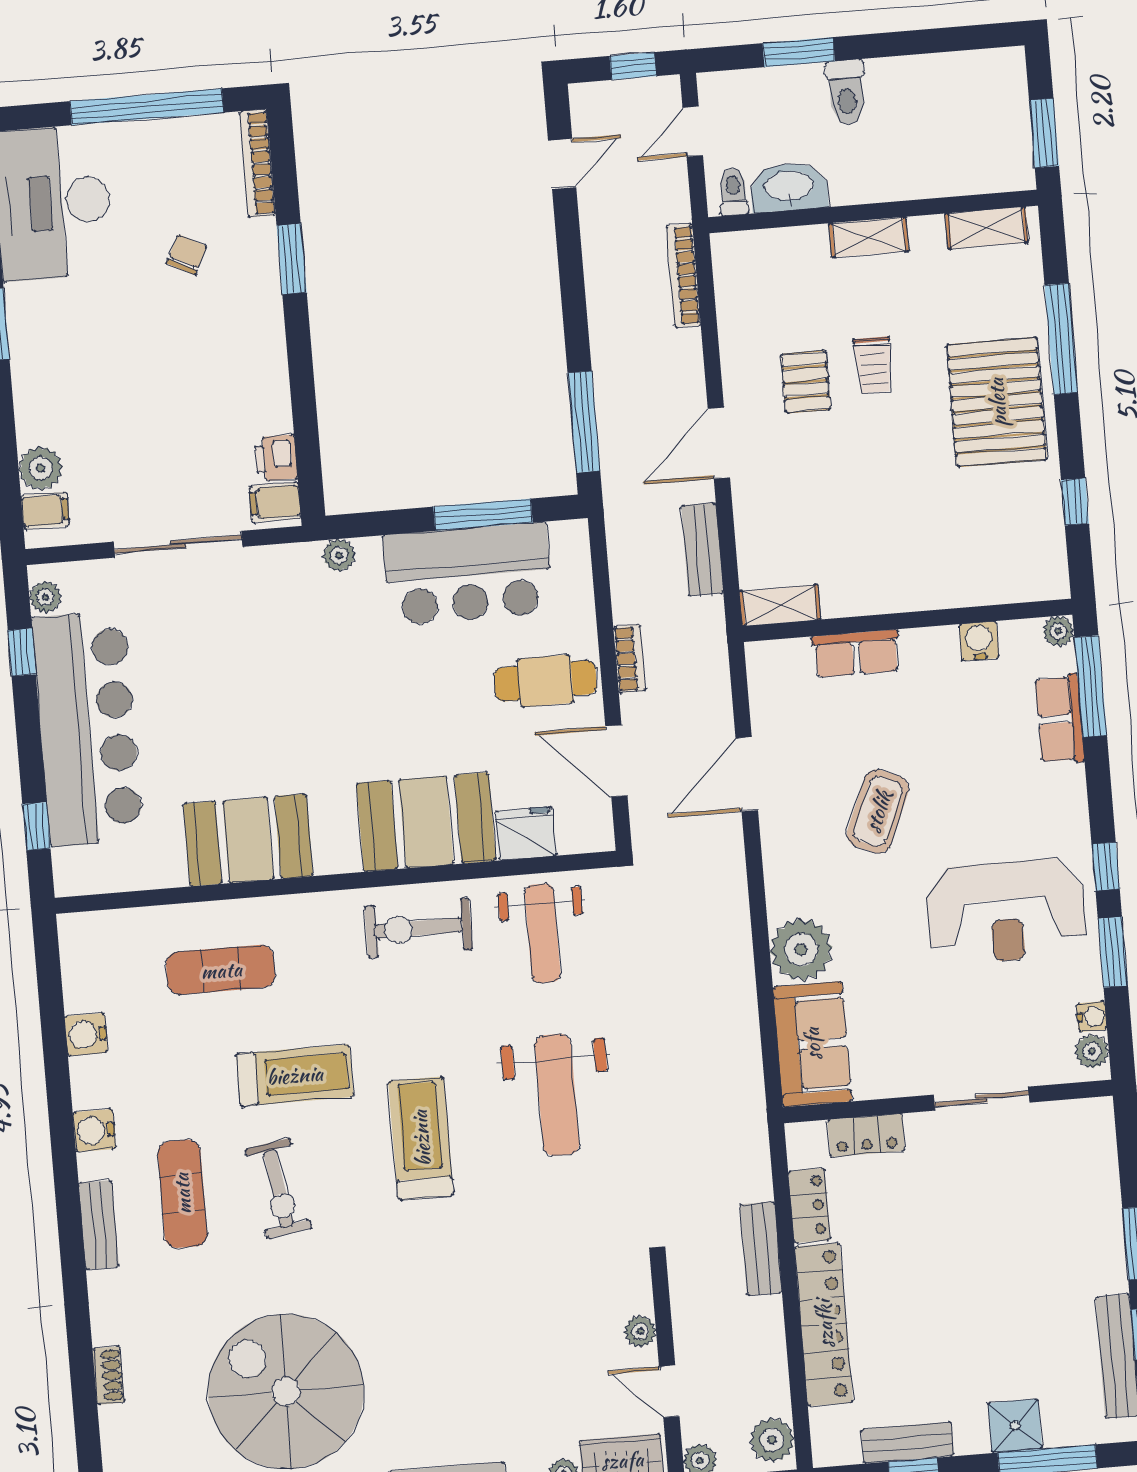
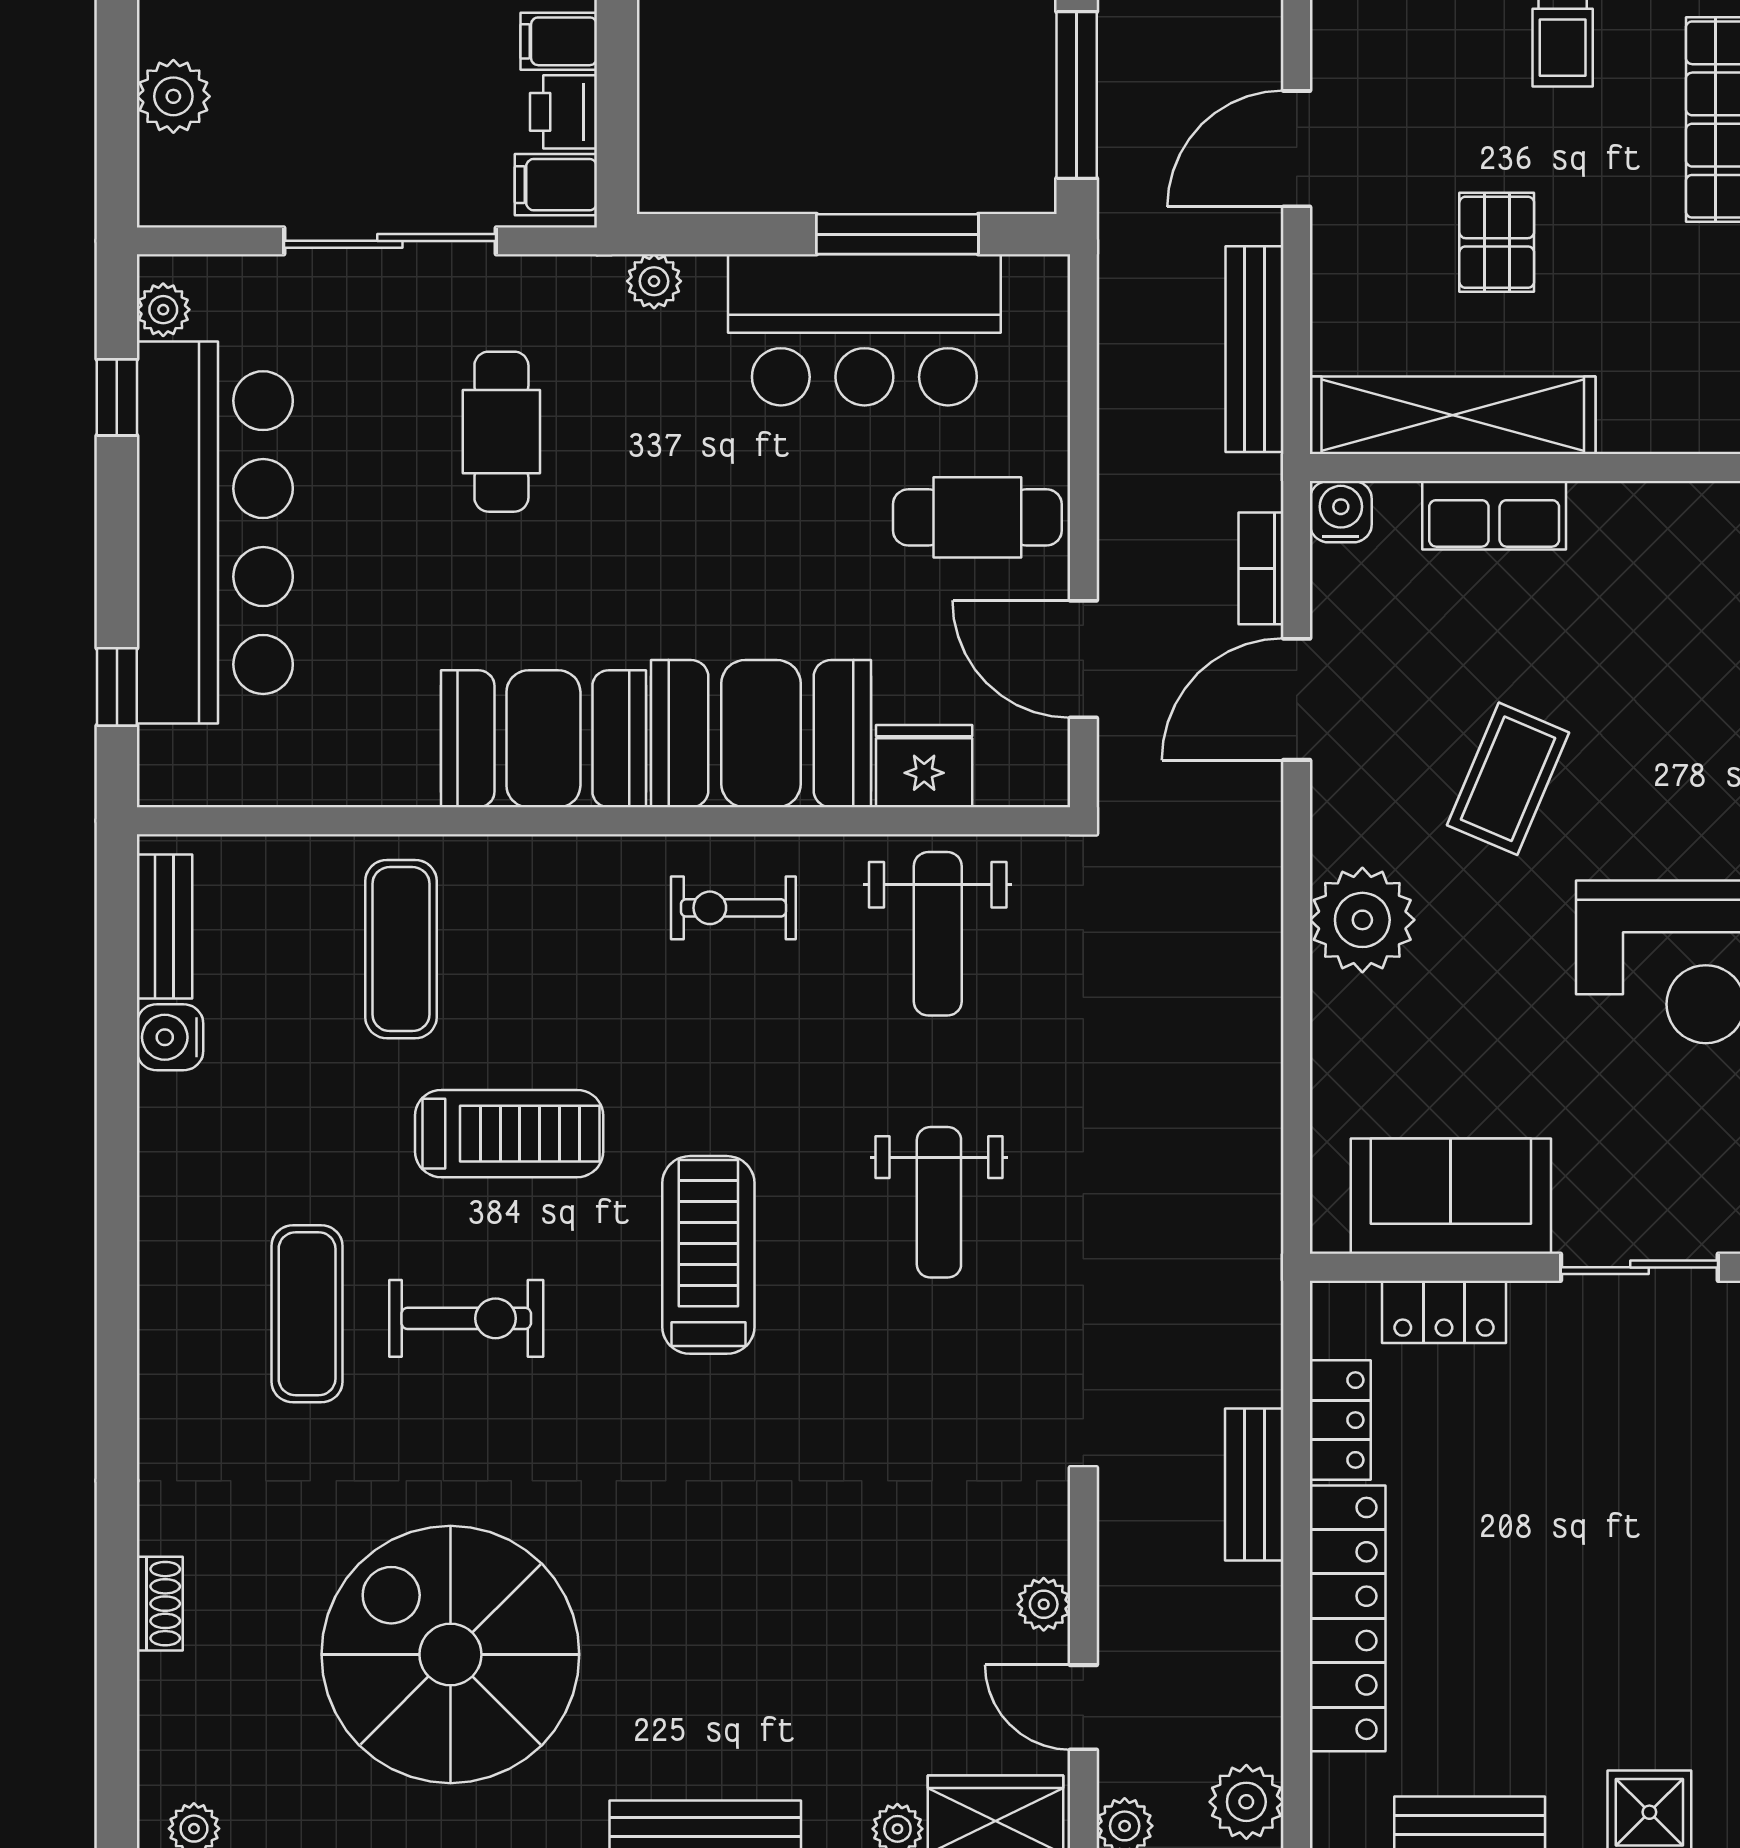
pallet: (806, 382) -> (1497, 242), moved
filing cabinet: (45, 511) -> (559, 41), moved, turned 180
bench: (702, 549) -> (1254, 349), width x1.36
shelving: (780, 605) -> (1453, 415), width x2.20, depth x1.33
water cooler: (979, 641) -> (1341, 512), moved
cafe table: (255, 653) -> (501, 432), added
bookcase: (629, 659) -> (1261, 568), moved, turned 180
booth: (248, 840) -> (543, 739), moved
exercise bike: (418, 928) -> (733, 908), width x0.73, depth x0.72
plant: (801, 950) -> (1362, 920), moved
exercise mat: (221, 970) -> (401, 949), turned 90
sofa: (812, 1044) -> (1451, 1196), moved, turned -90
weight bench: (557, 1095) -> (939, 1202), width x0.73, depth x0.75
water cooler: (94, 1130) -> (170, 1197), removed
exercise bike: (278, 1189) -> (466, 1318), turned -81
bench: (99, 1225) -> (164, 926), moved

